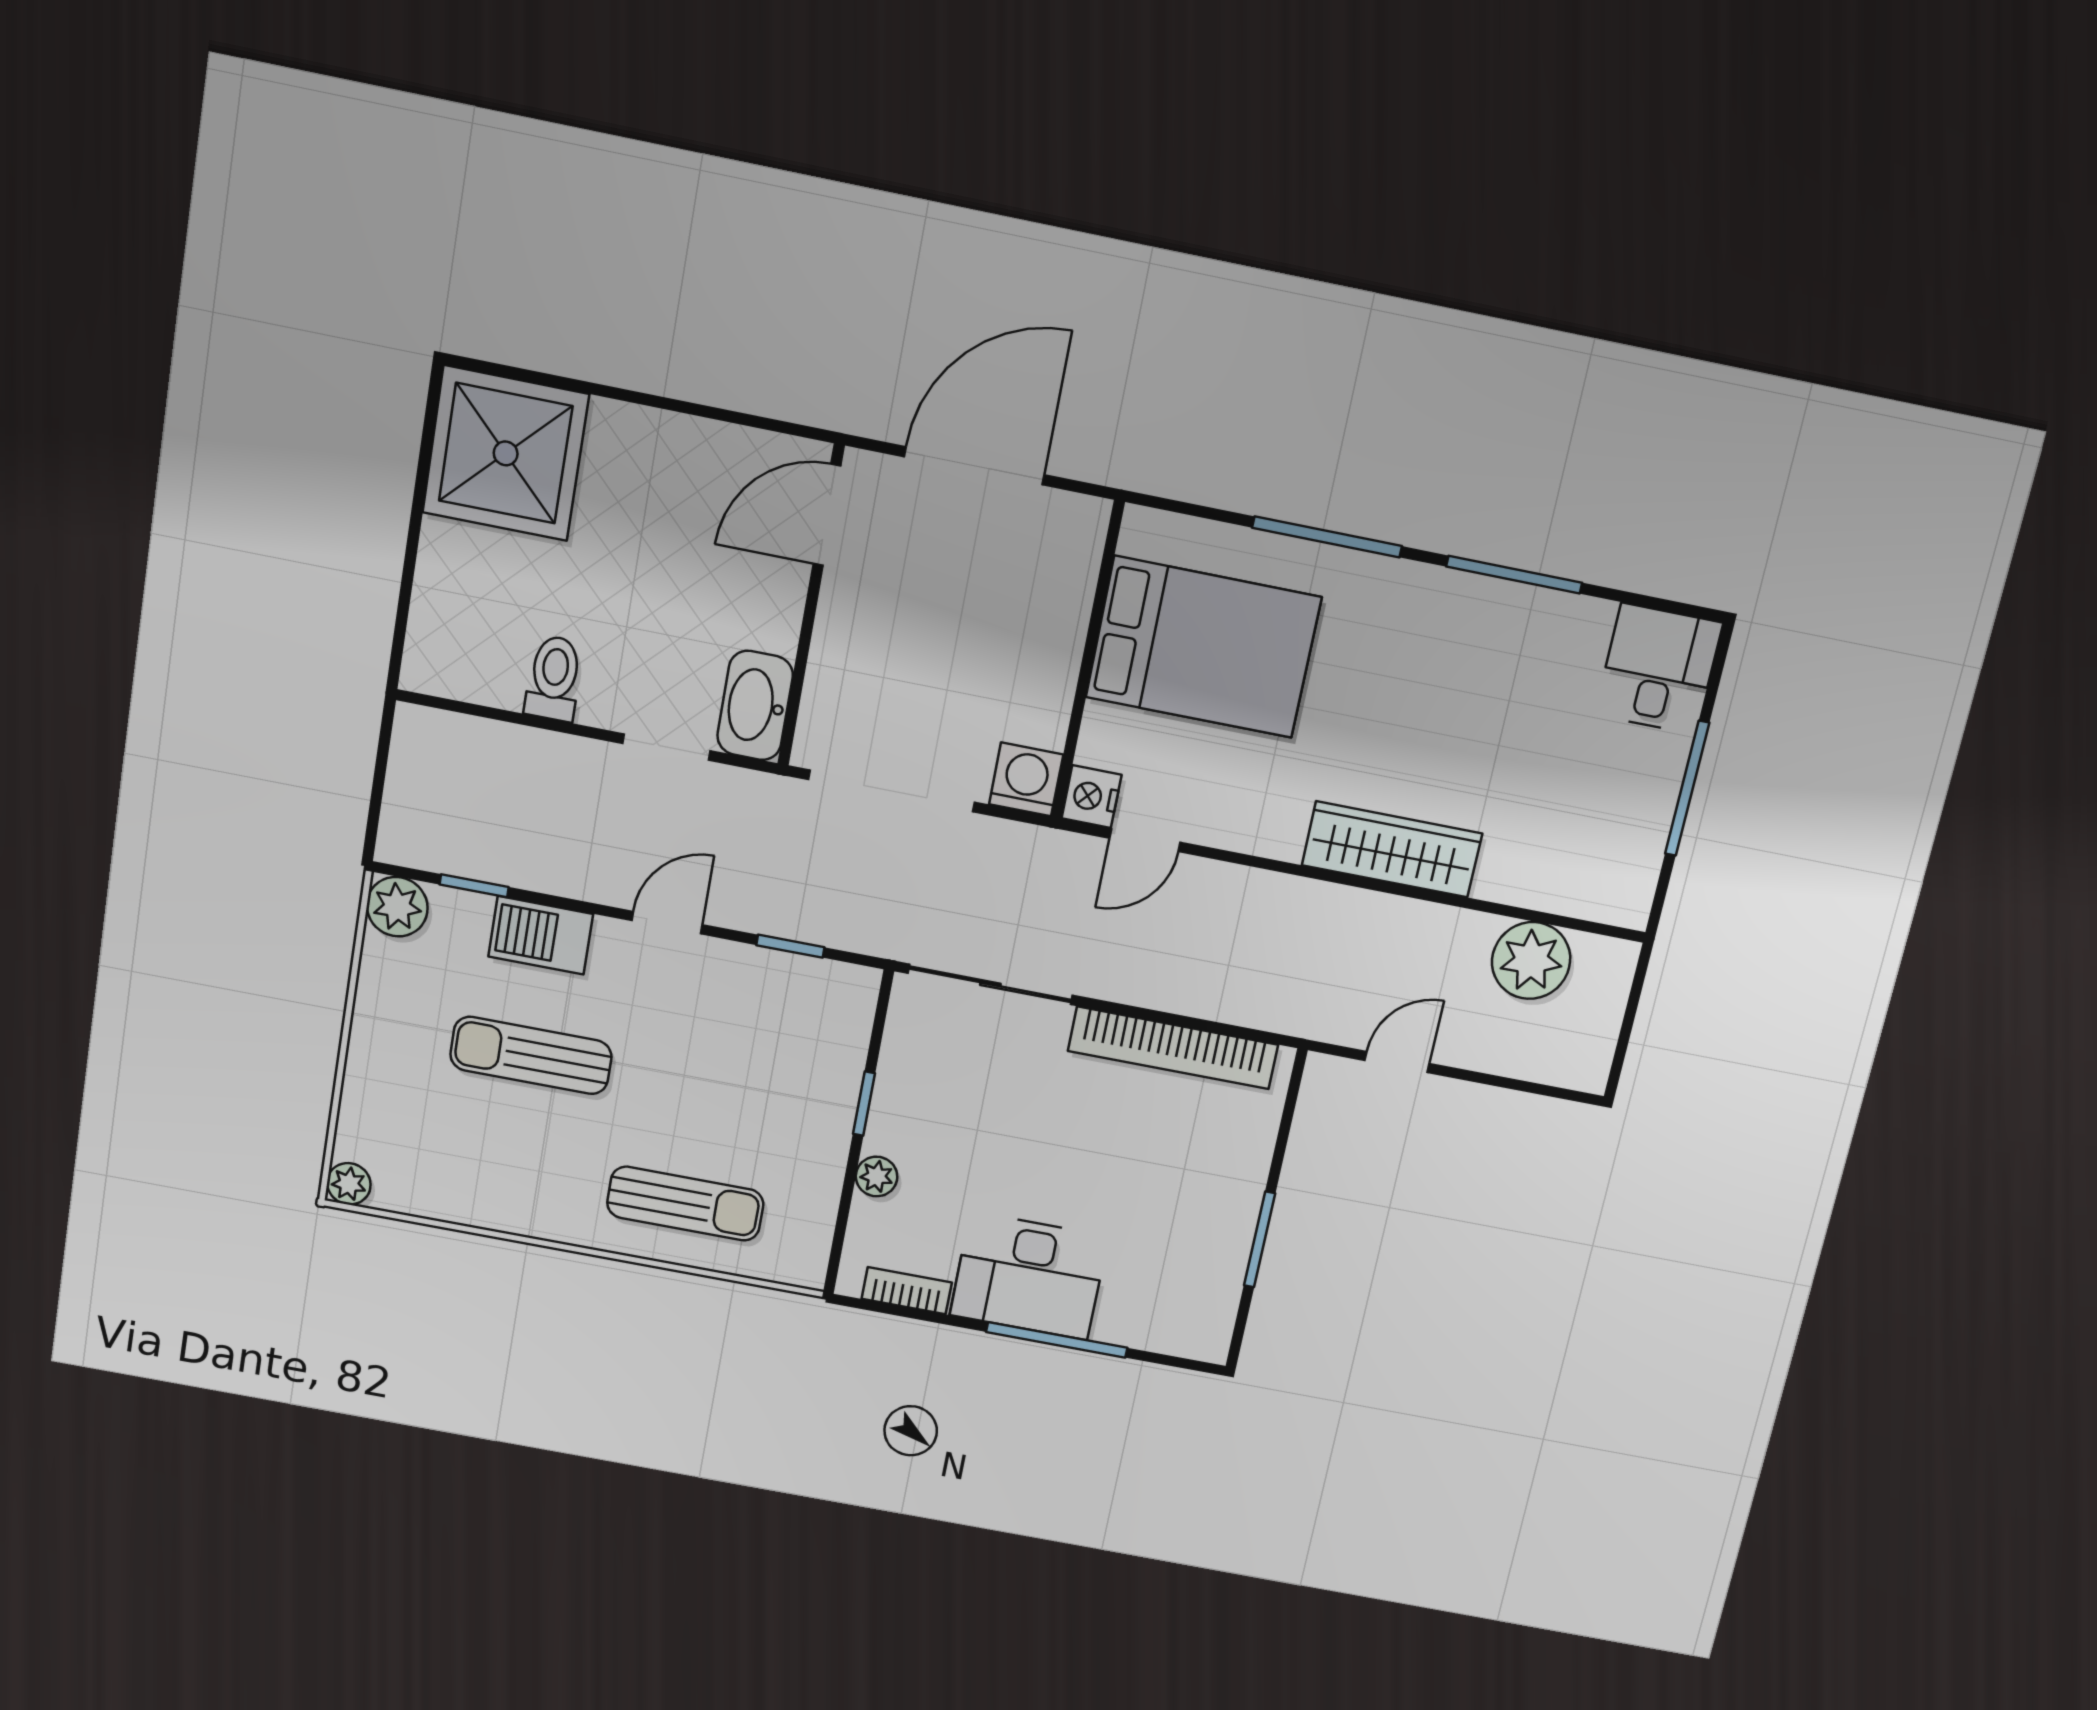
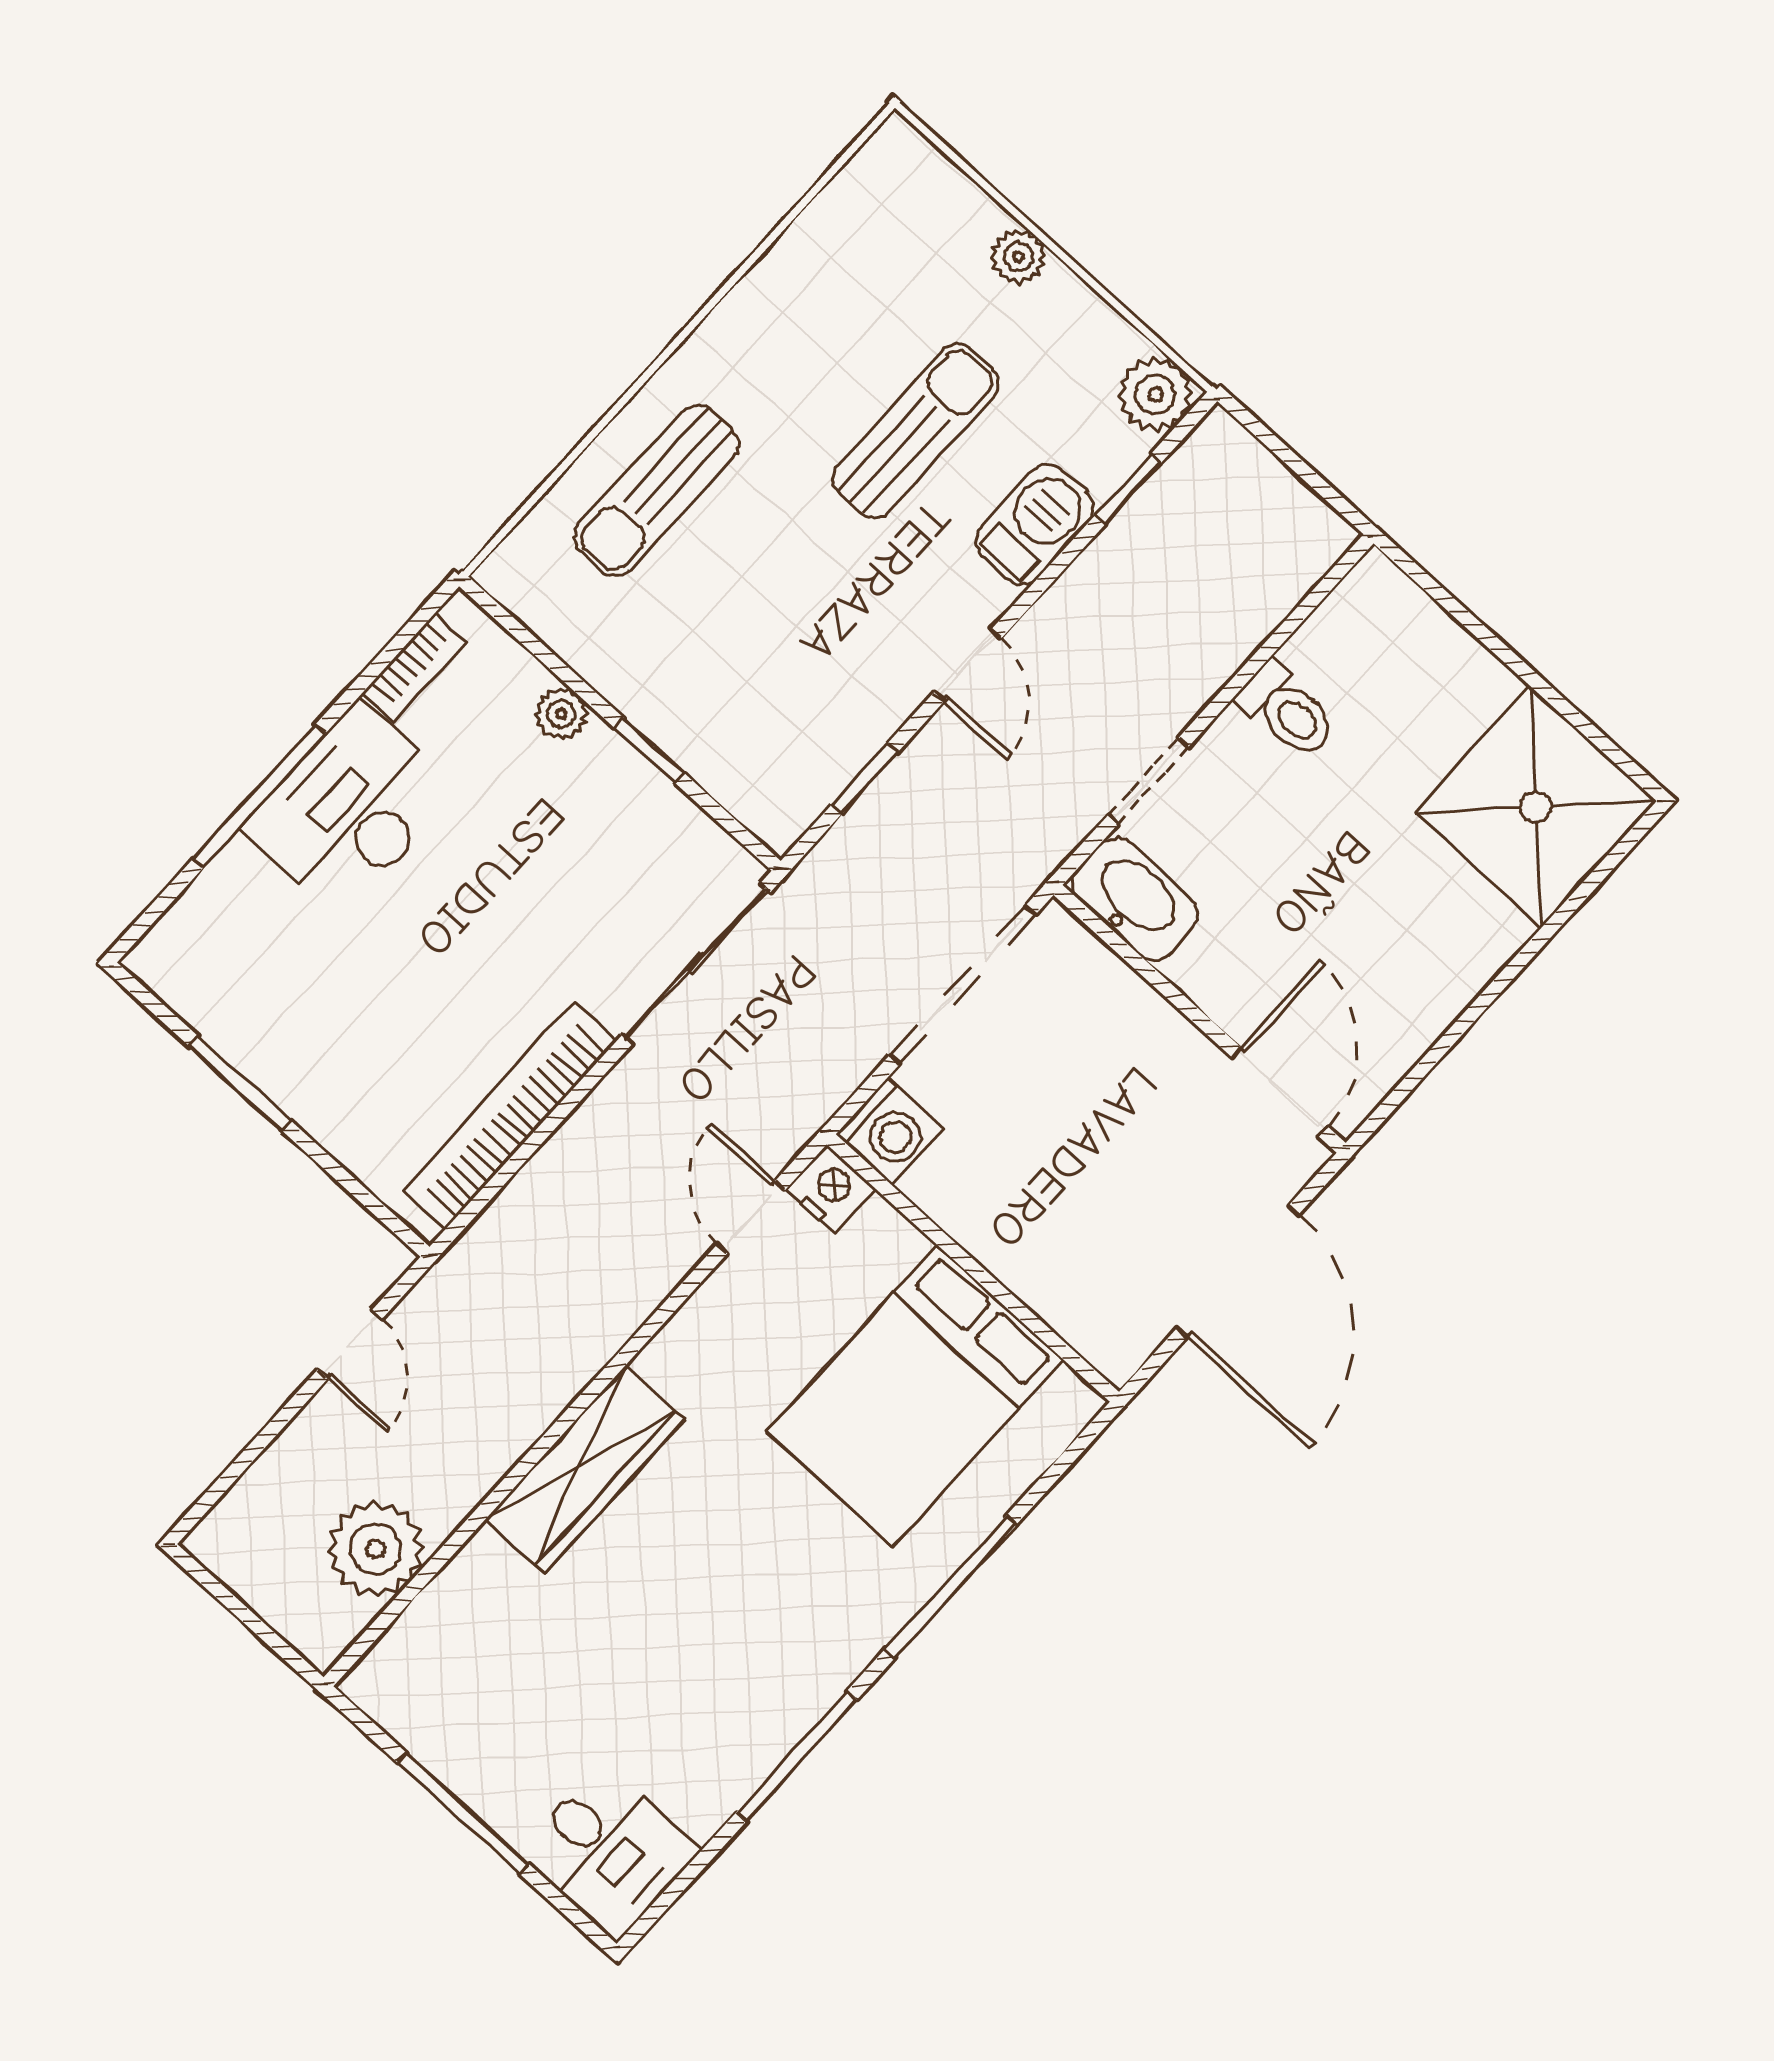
plant: (349, 1184) -> (1018, 256), moved

